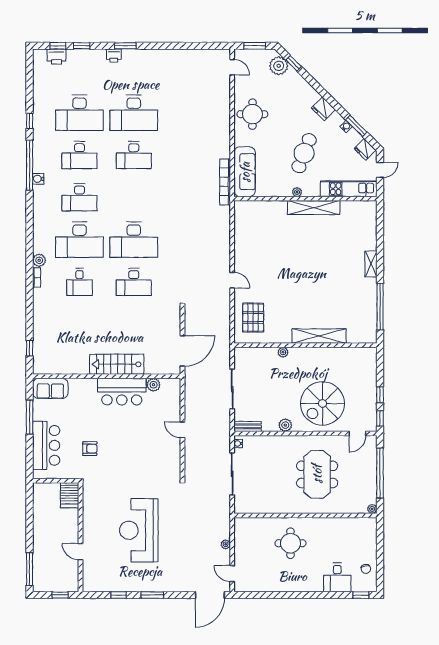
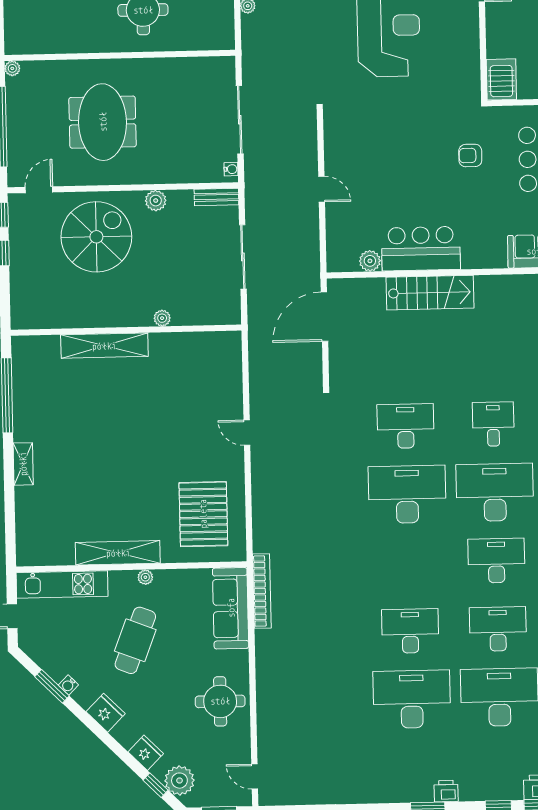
fridge: (365, 149) -> (146, 753), moved
pallet: (253, 318) -> (203, 514), moved, width x1.37, depth x1.41

